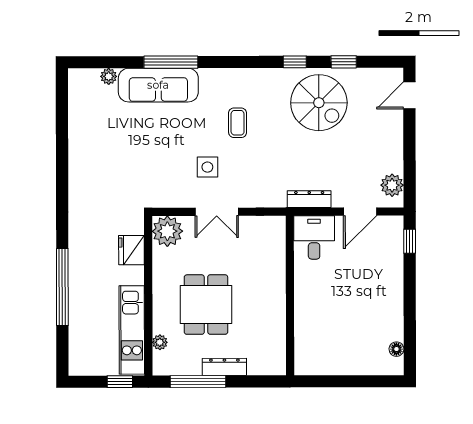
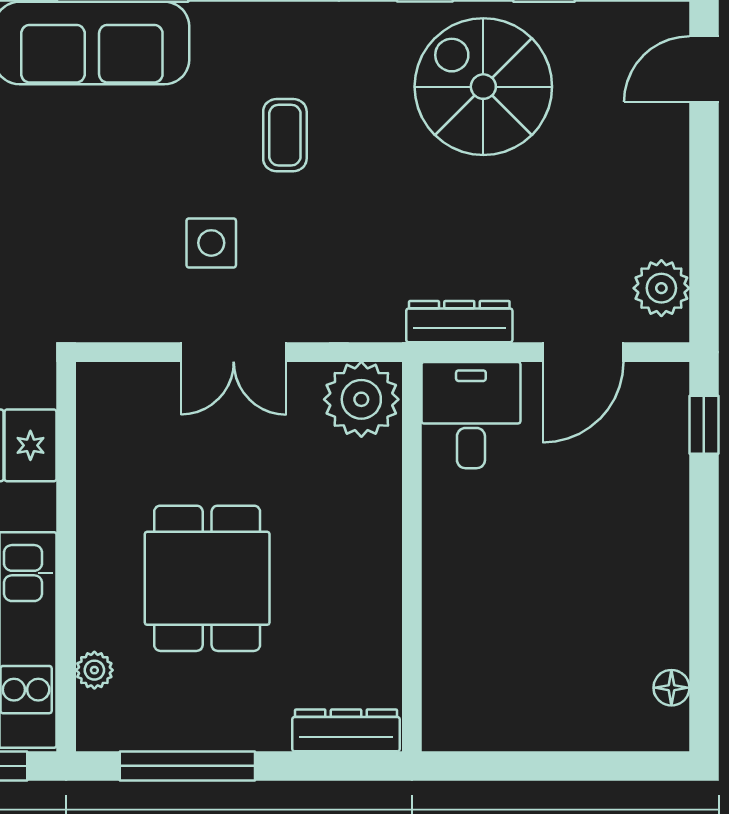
spiral stairs: (319, 103) -> (483, 87), turned 180
plant: (167, 231) -> (361, 399), moved
dresser: (224, 367) -> (346, 730), moved

